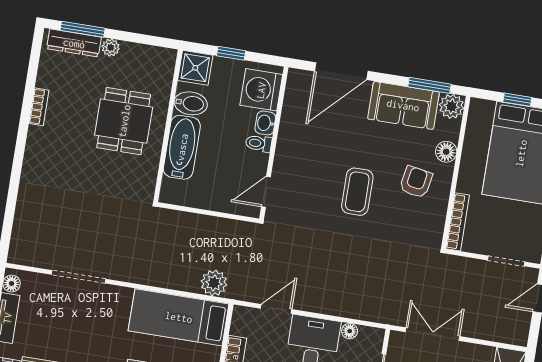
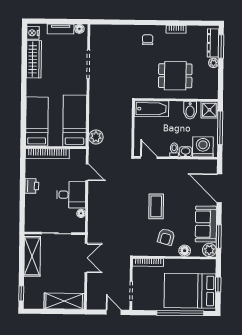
window: (231, 53) -> (220, 128), width x2.17
bathtub: (182, 147) -> (151, 109), moved
chair: (50, 162) -> (148, 40), added
armchair: (416, 182) -> (166, 237), turned 95
coffee table: (357, 192) -> (156, 206), turned 90

